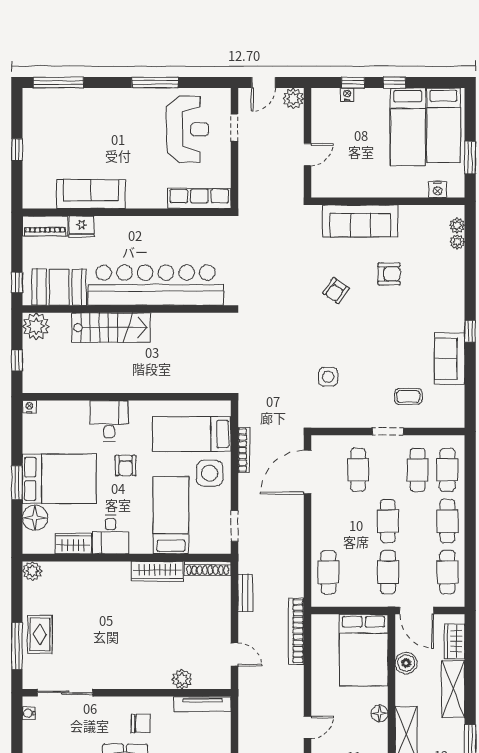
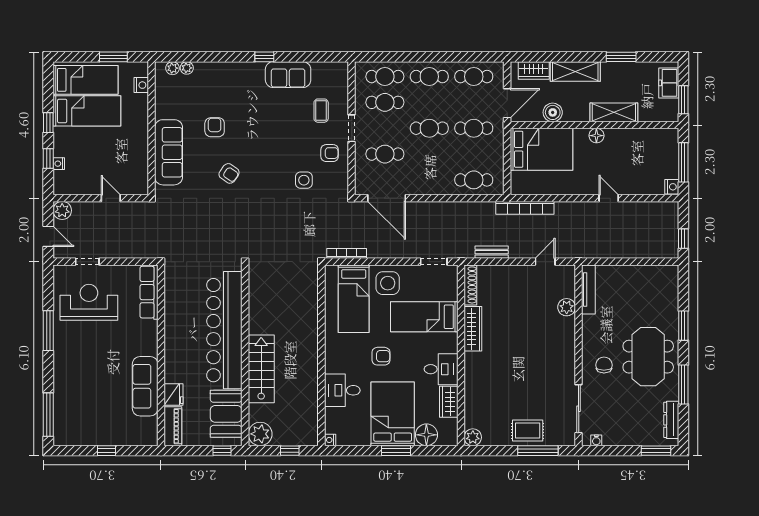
armchair: (359, 406) -> (330, 153), added
desk: (109, 421) -> (342, 390), moved
bookcase: (244, 450) -> (347, 253), moved
chair: (141, 724) -> (604, 365), moved

